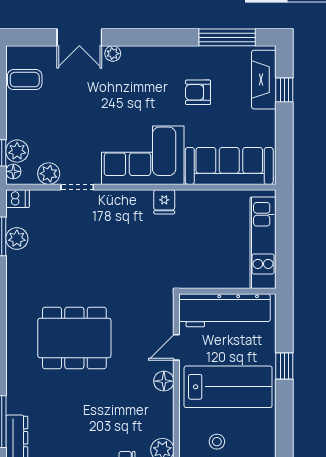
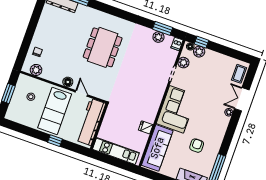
coffee table: (25, 80) -> (239, 74), moved
fridge: (164, 202) -> (146, 127), moved

